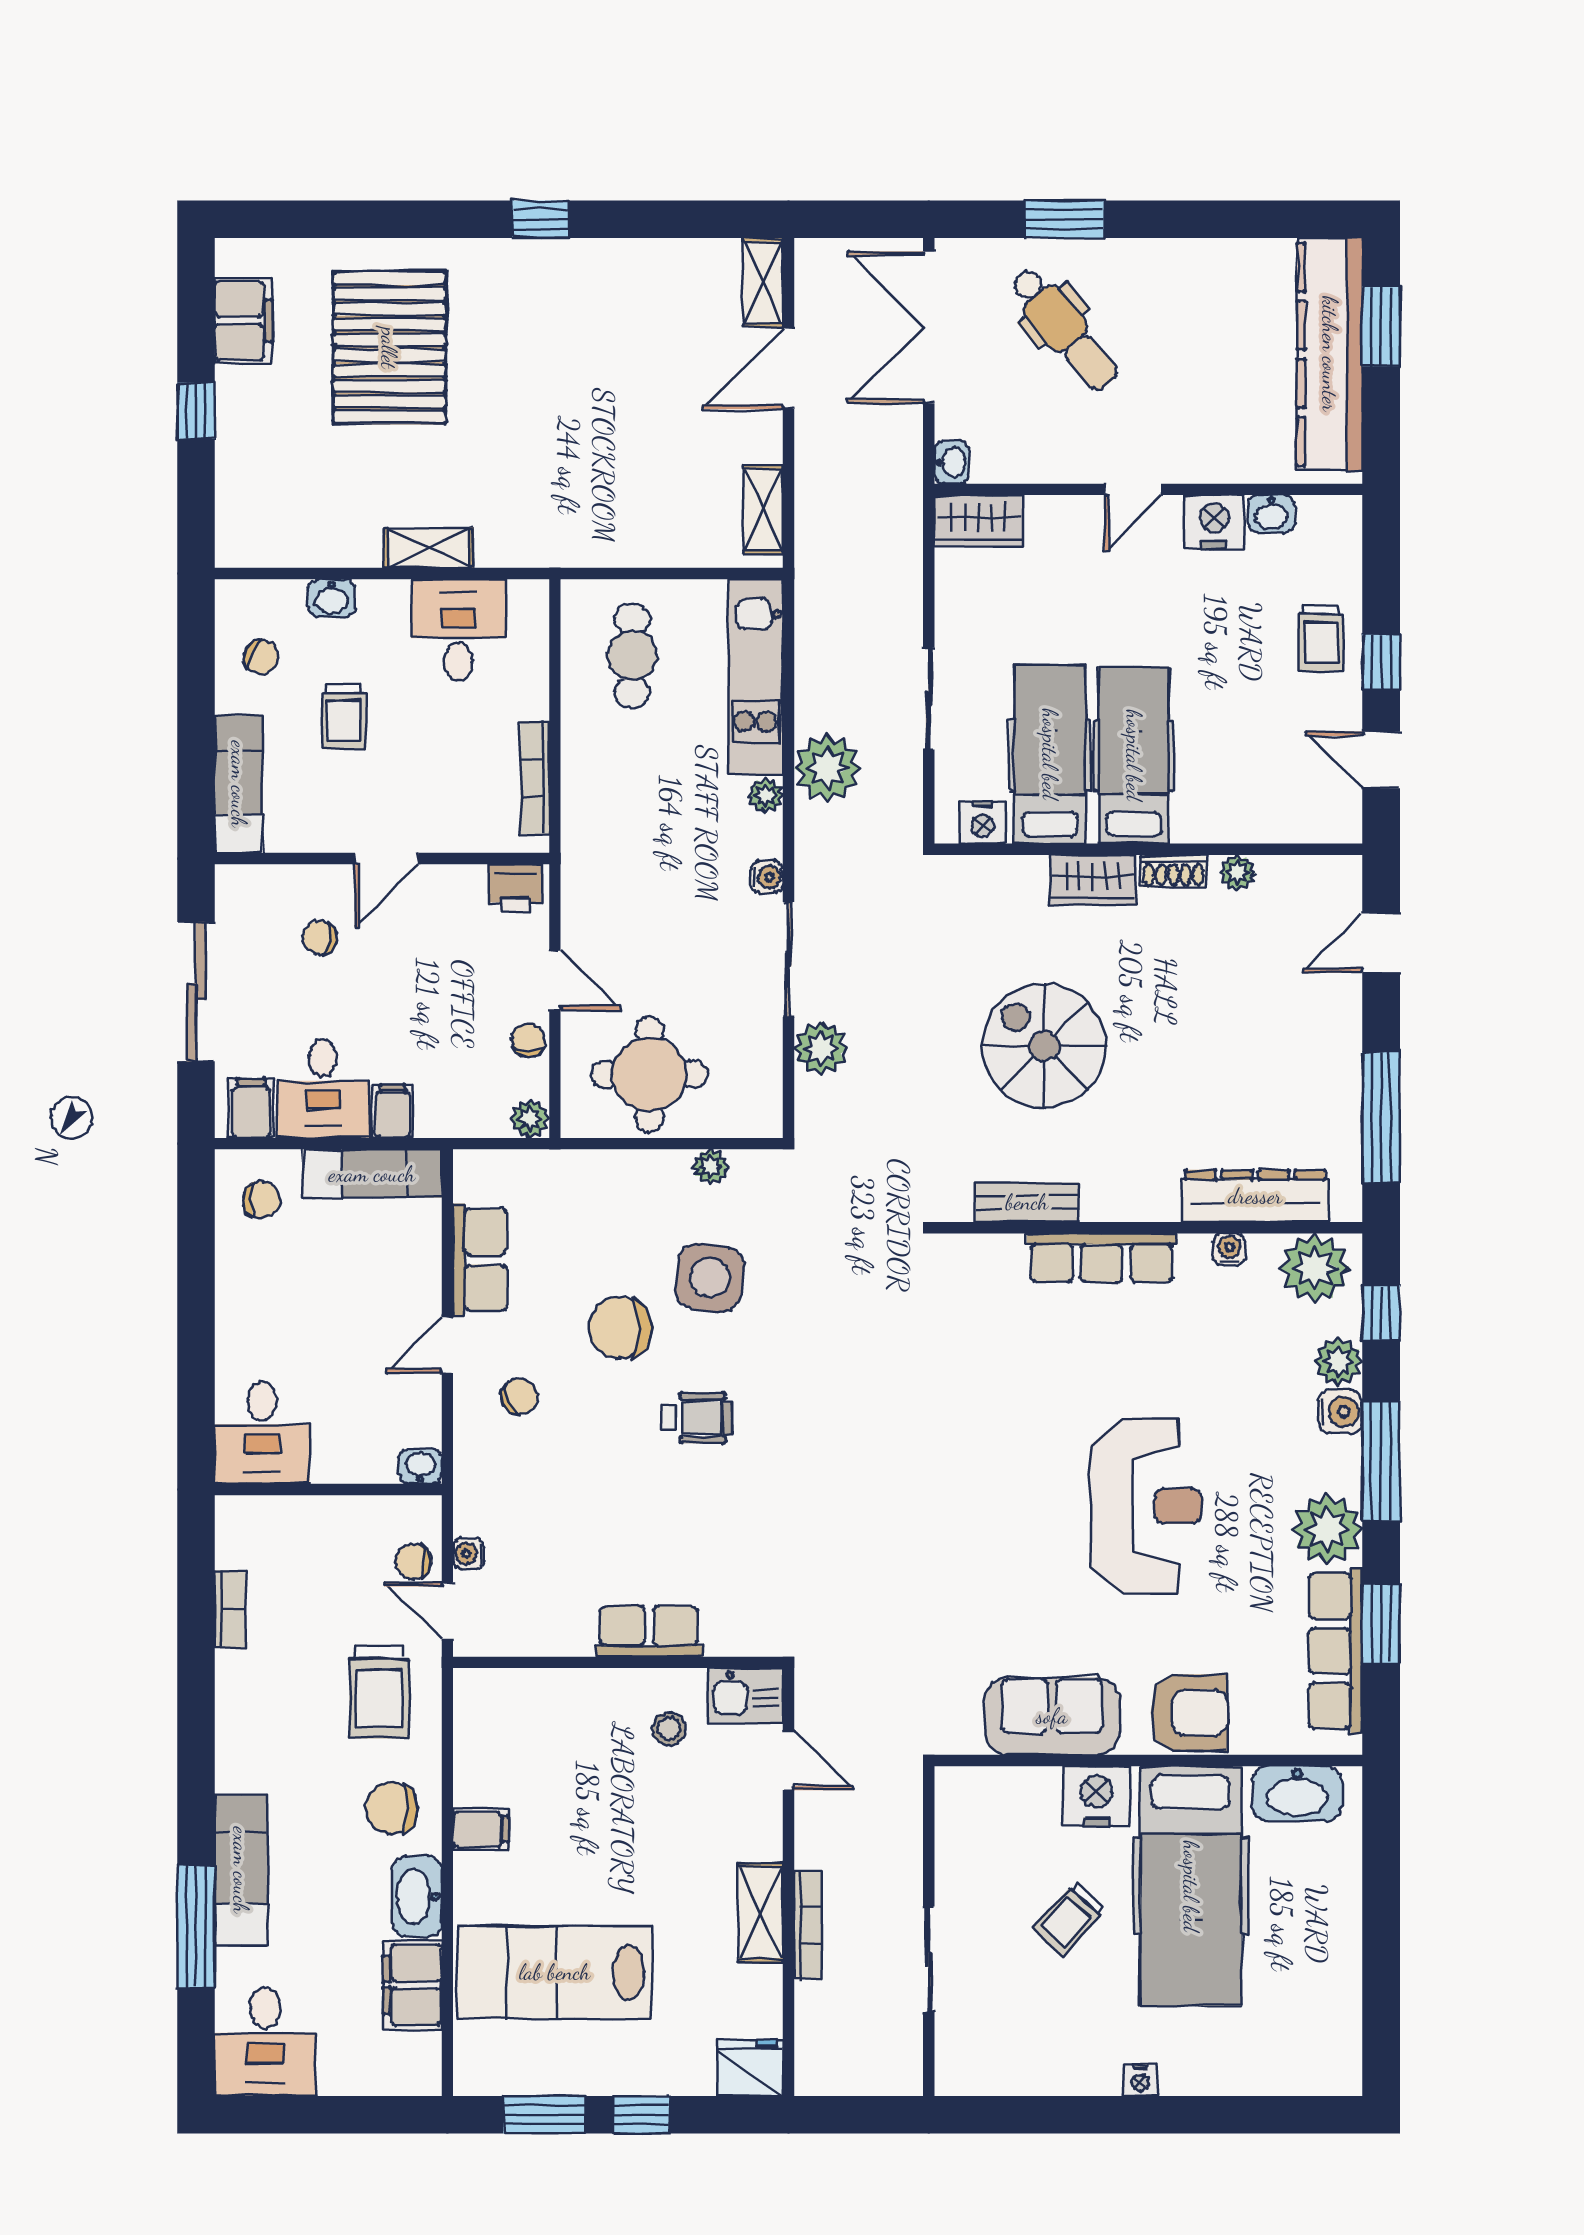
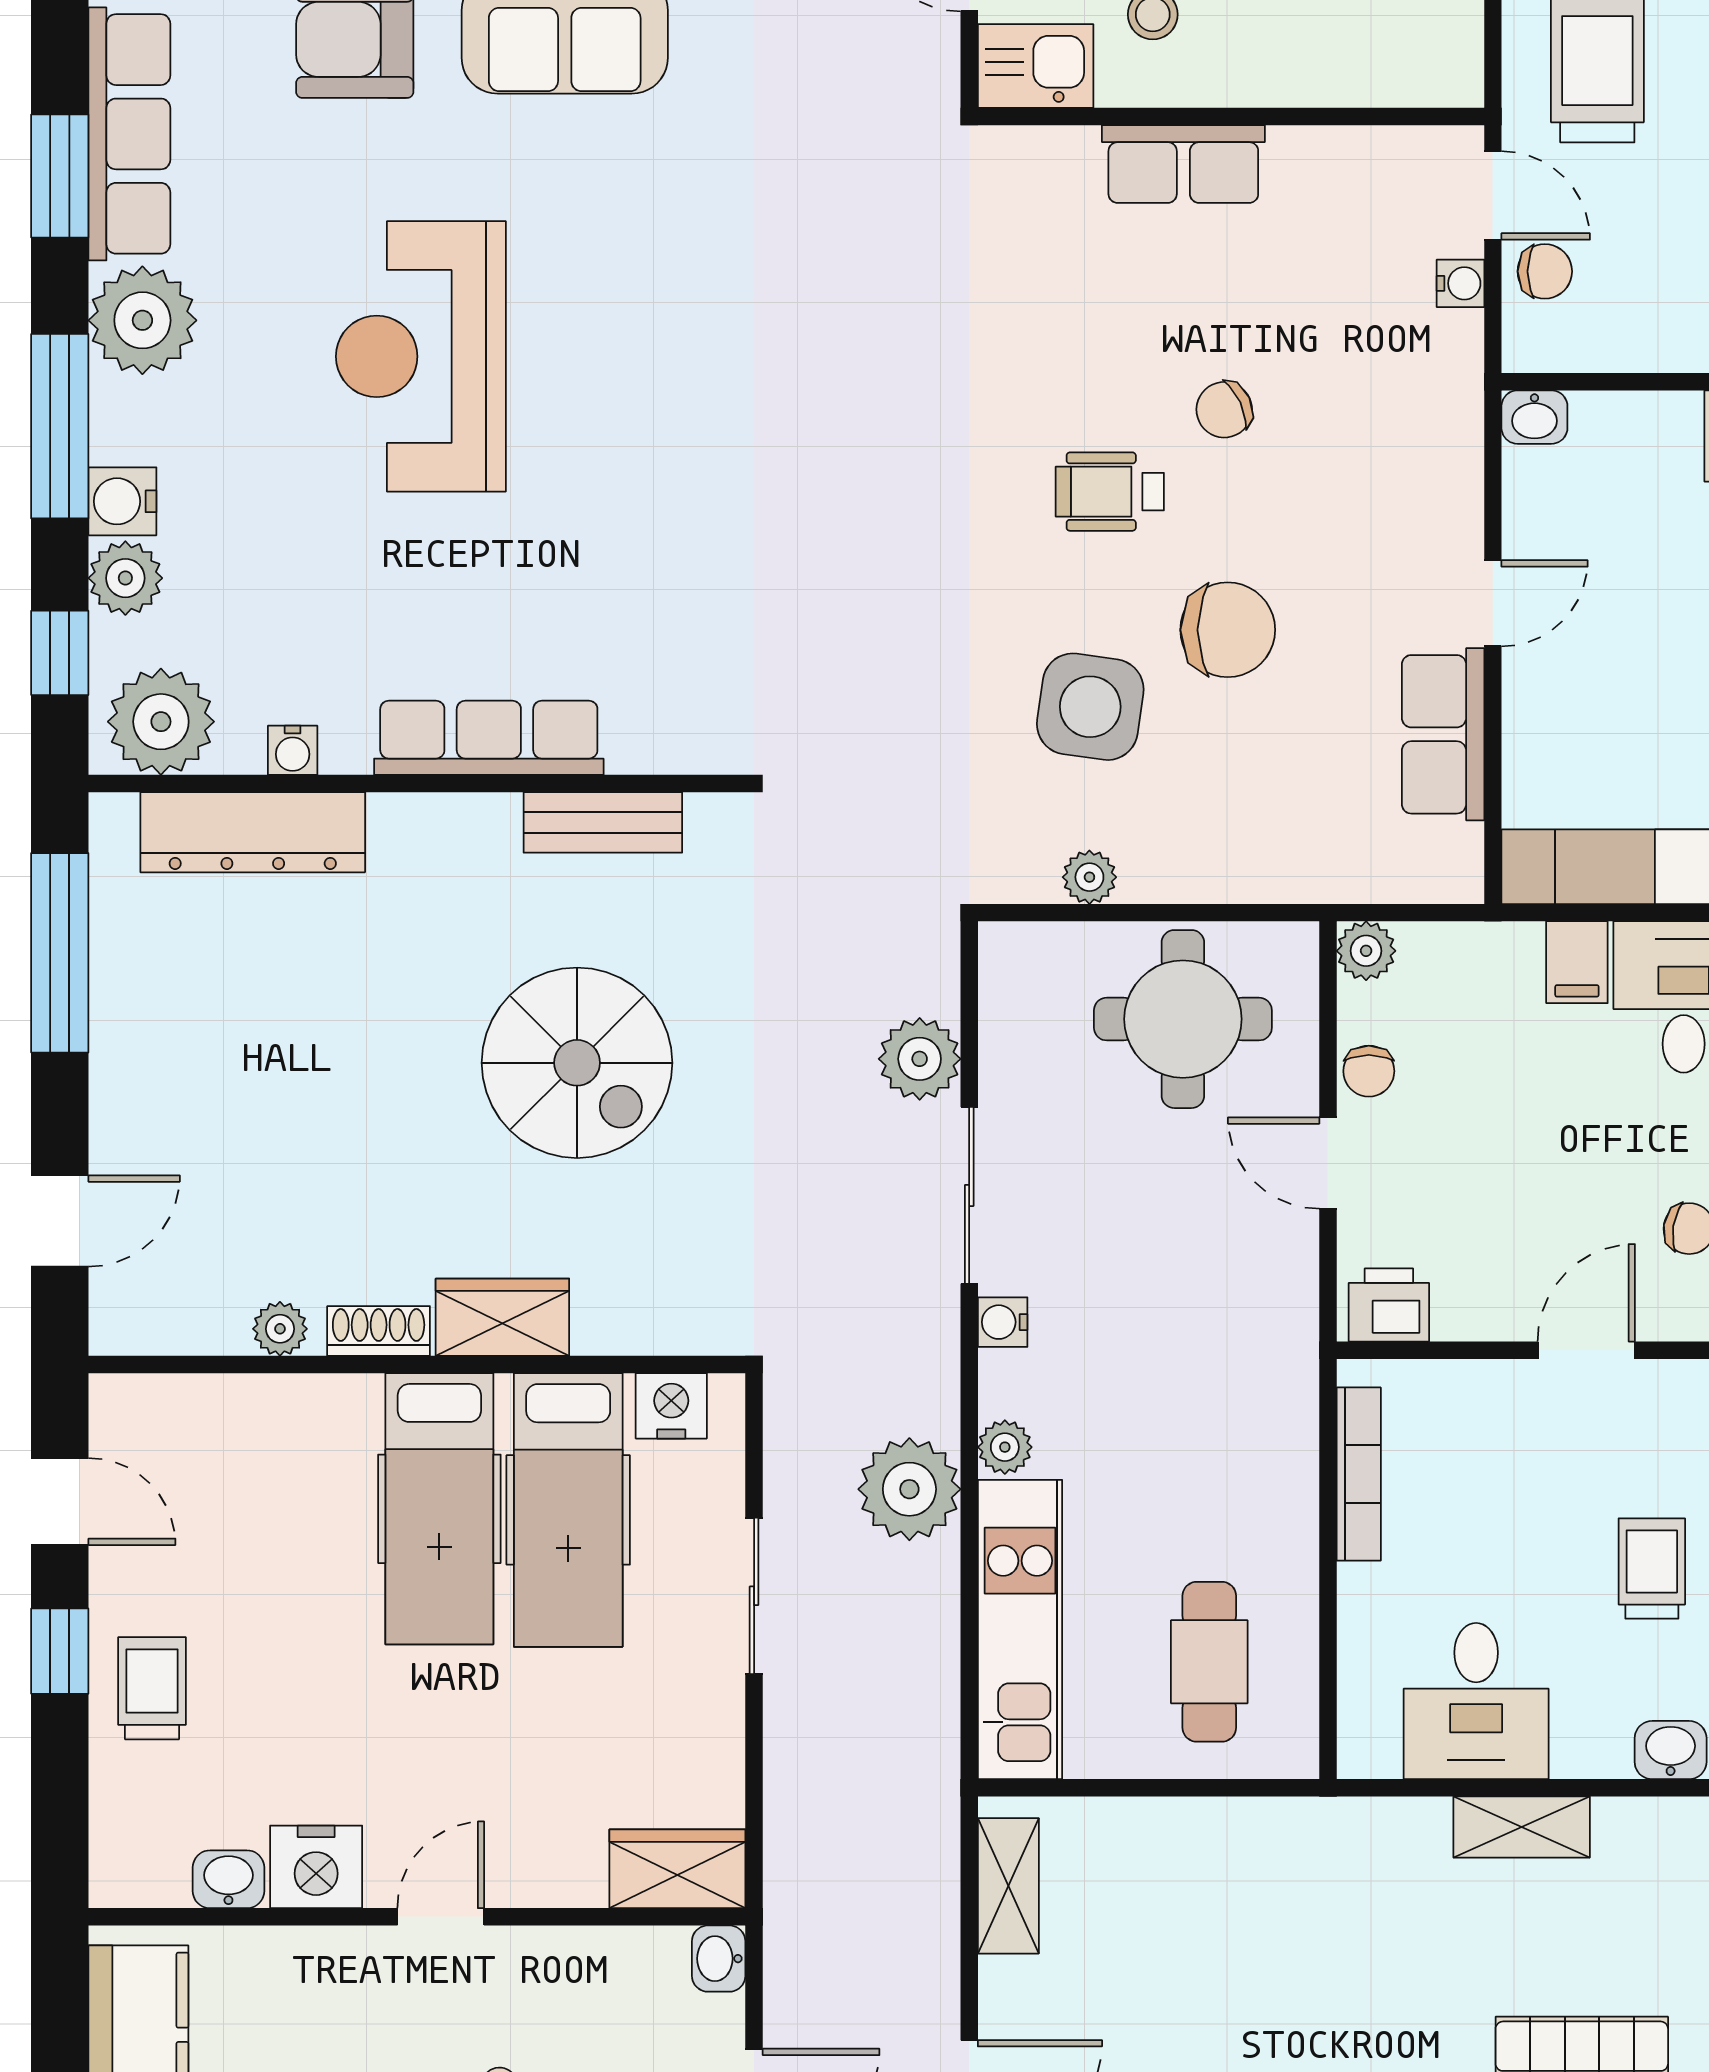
chair: (519, 1396) -> (1224, 410), moved

